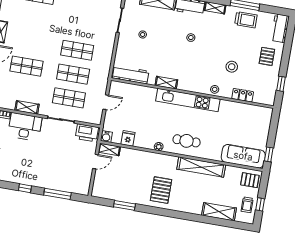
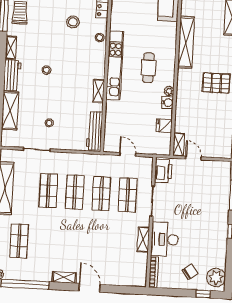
shop shelf: (27, 66) -> (48, 191), moved
water cooler: (106, 137) -> (167, 102), moved
cafe table: (187, 141) -> (148, 68), moved

